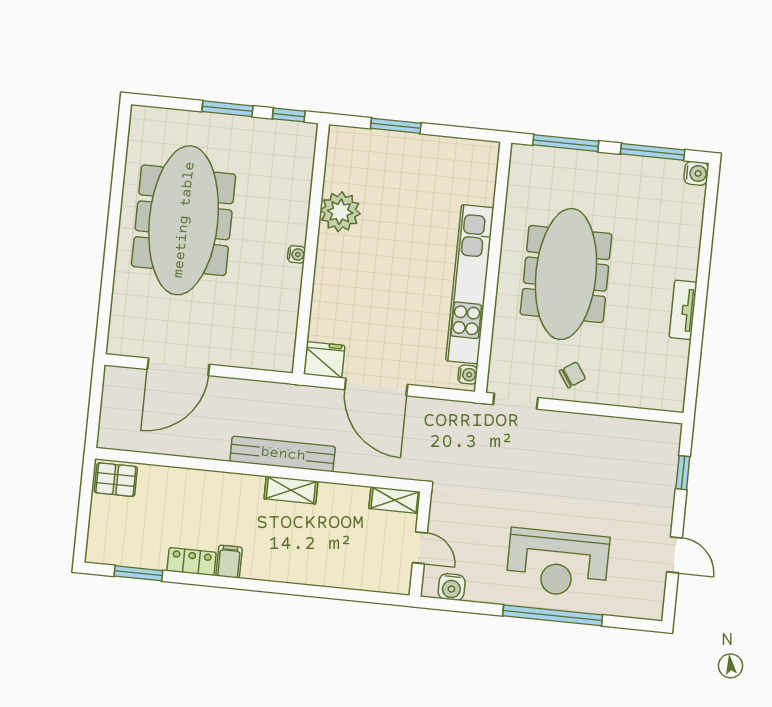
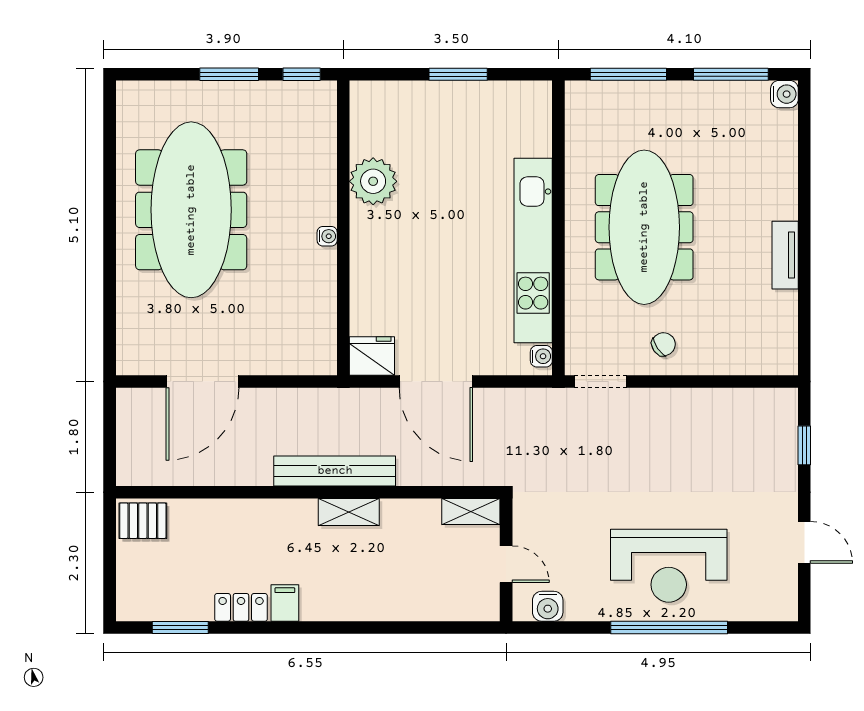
window: (396, 126) -> (458, 74), moved

